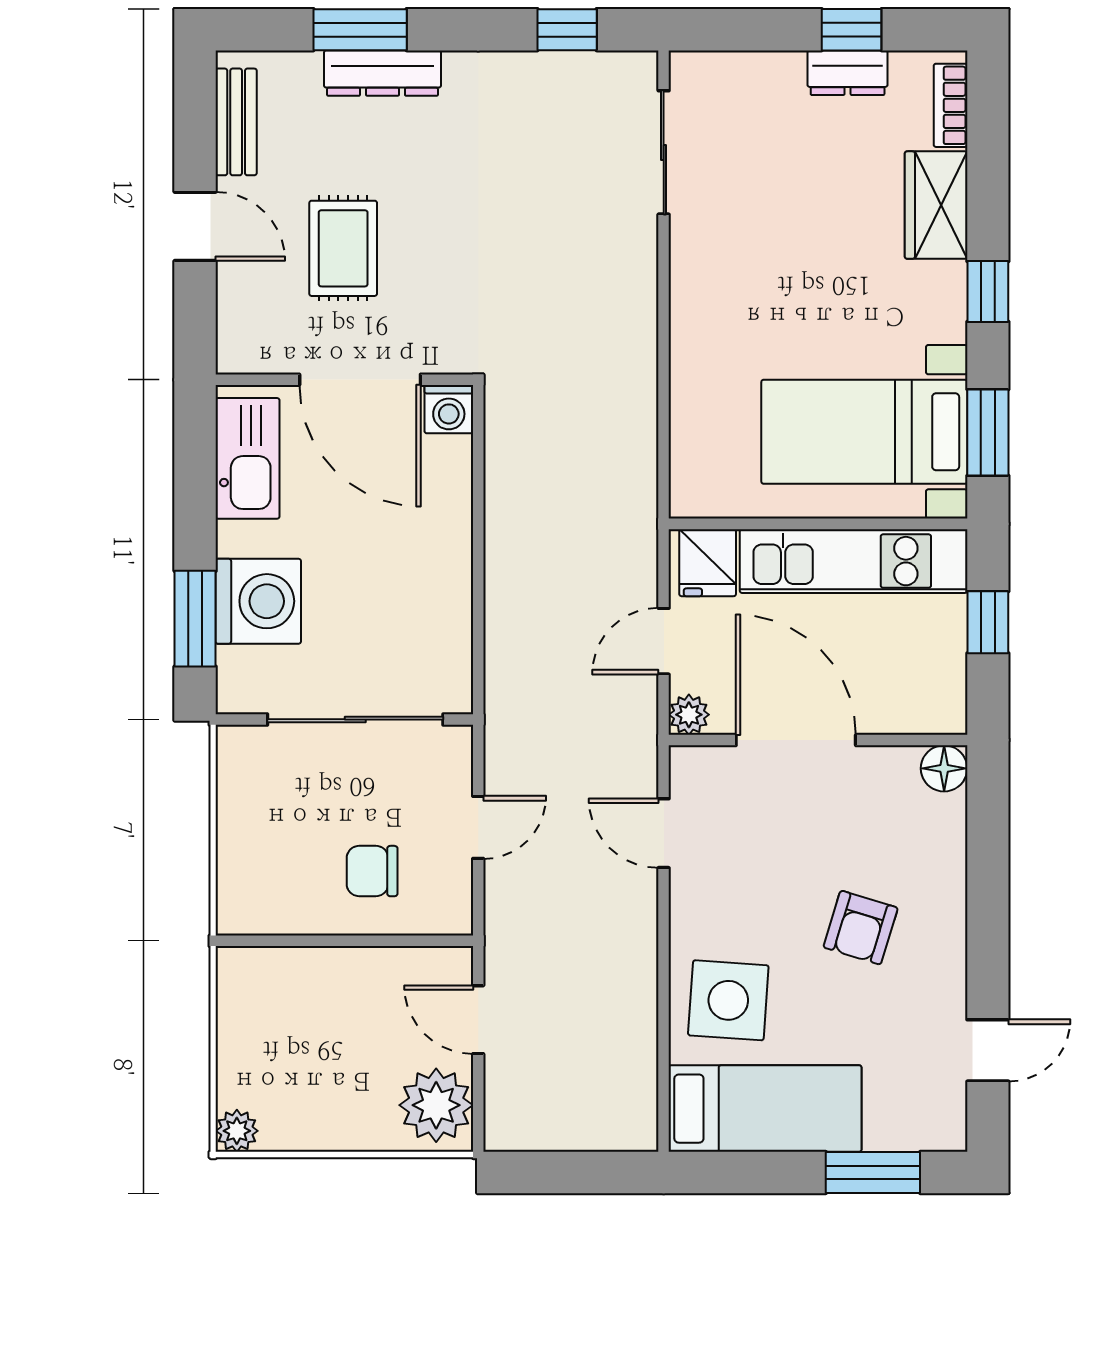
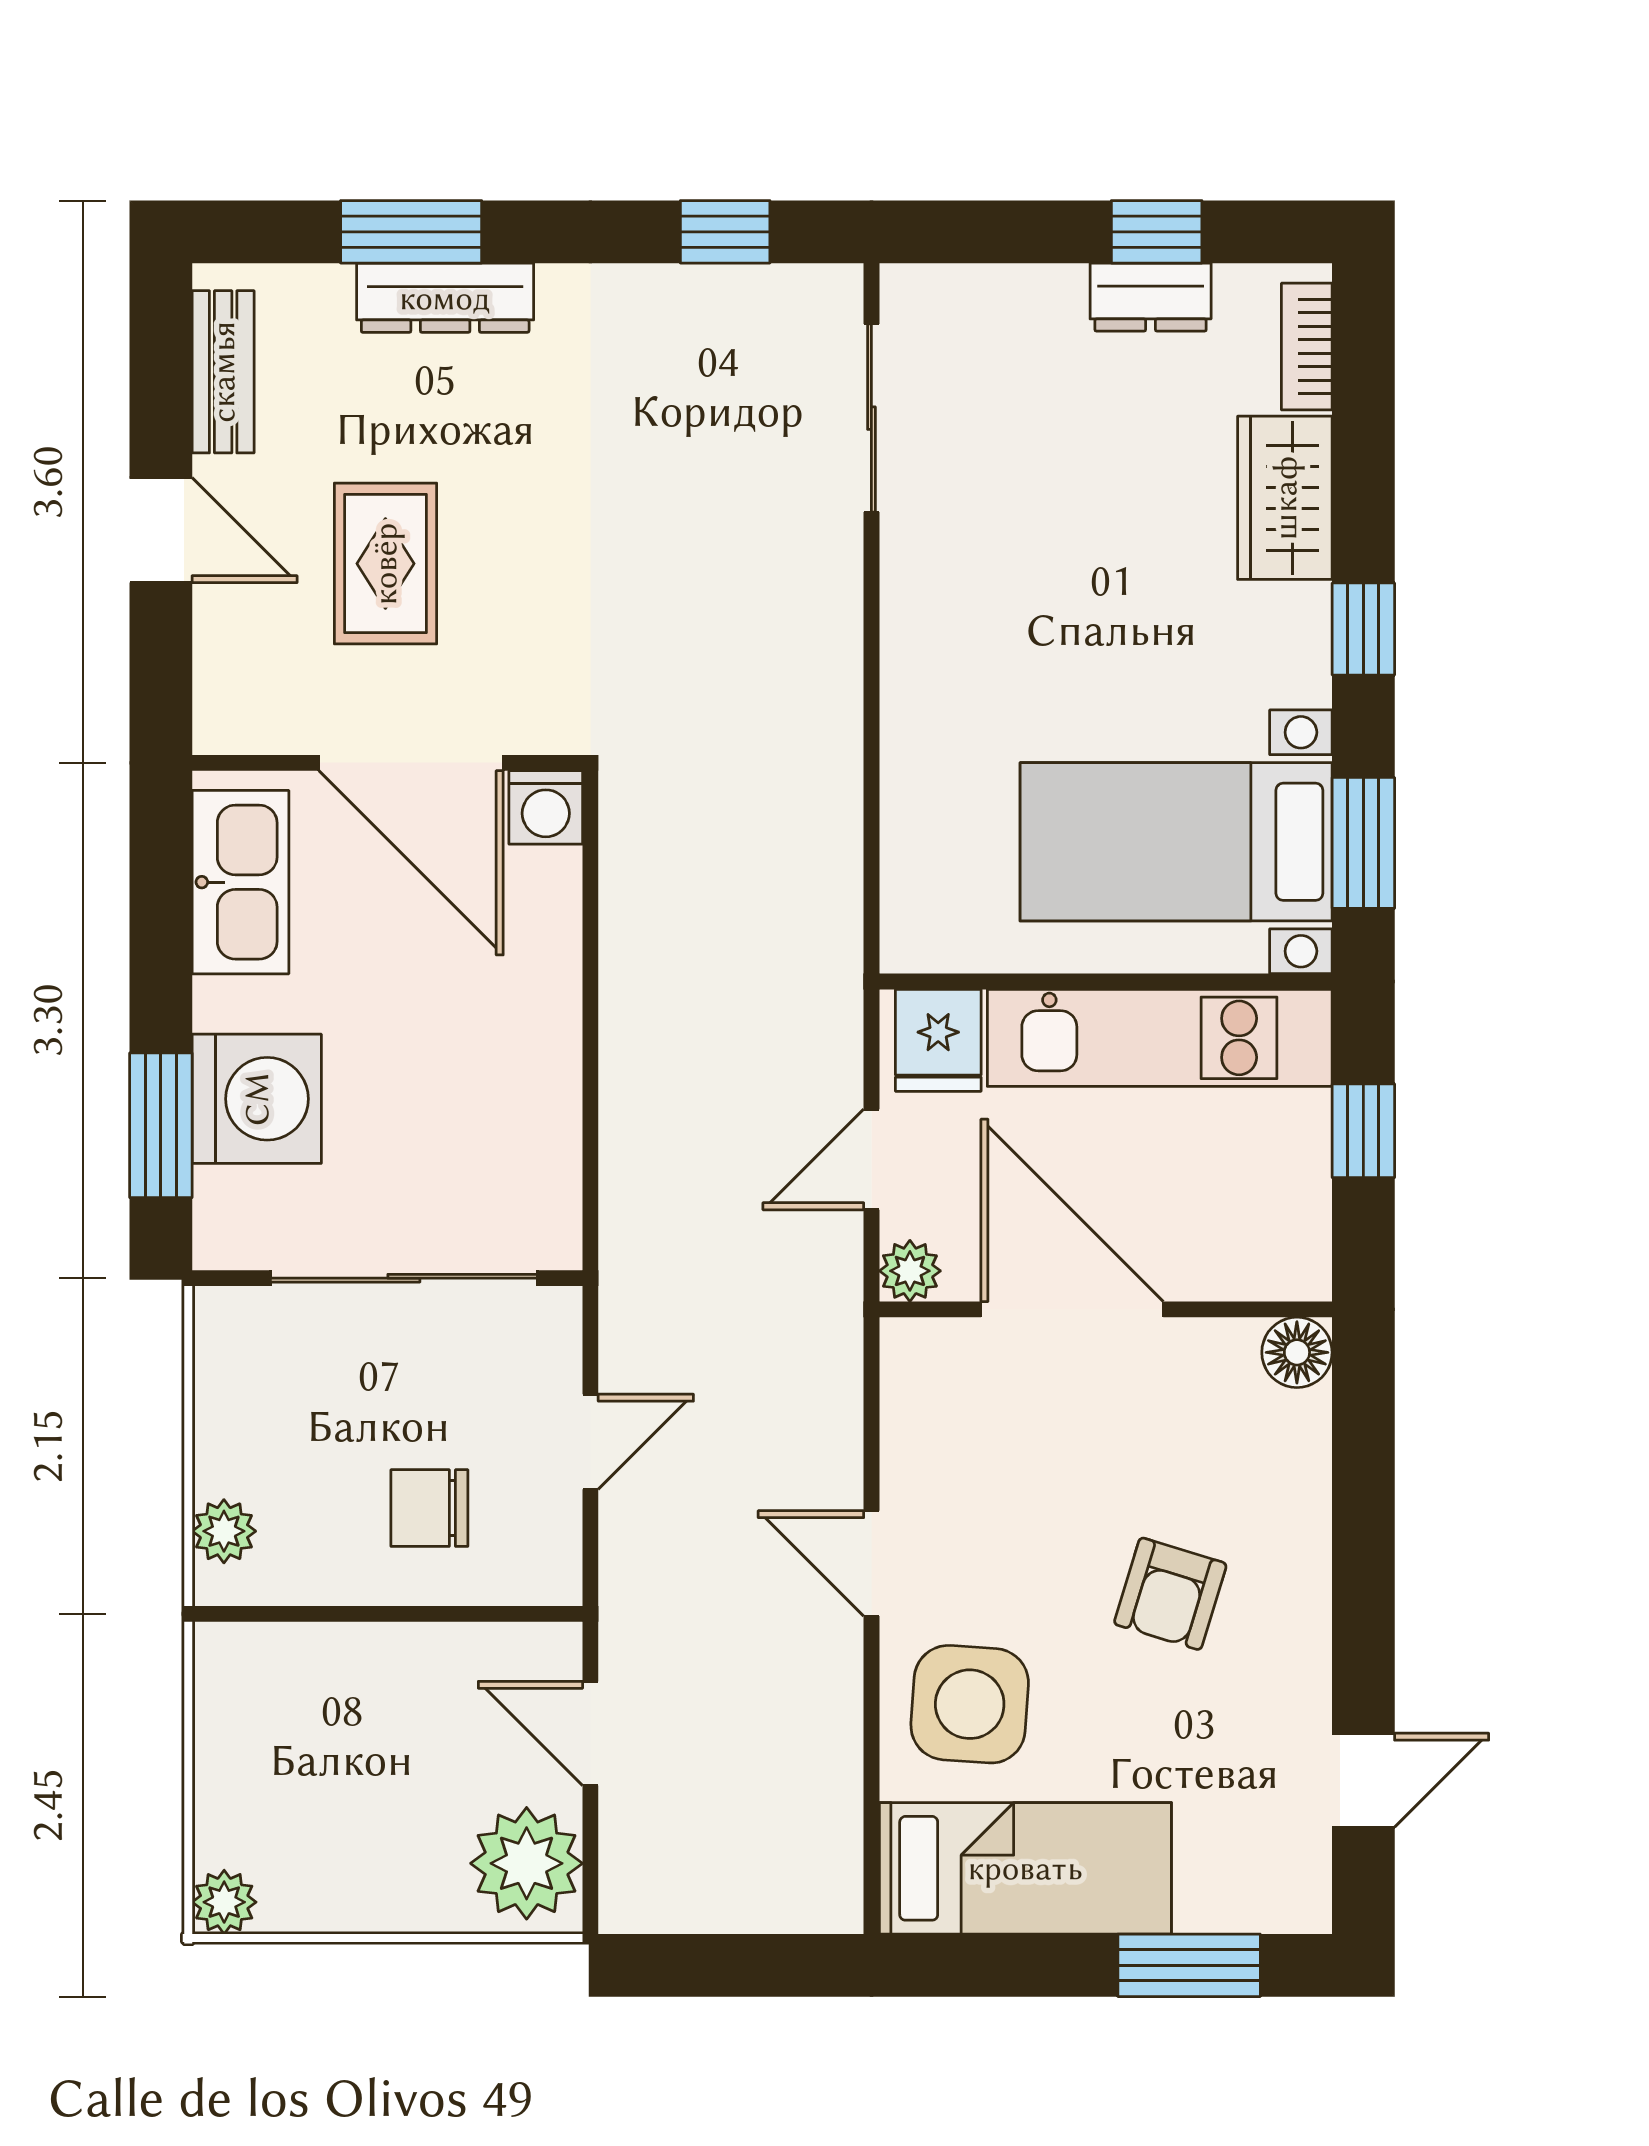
door: (664, 833) -> (871, 1563), moved
plant: (237, 886) -> (224, 1531), added

